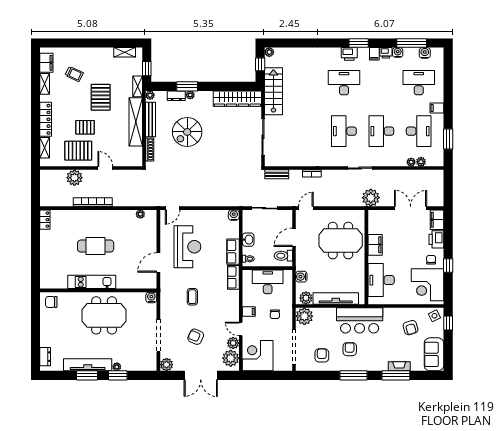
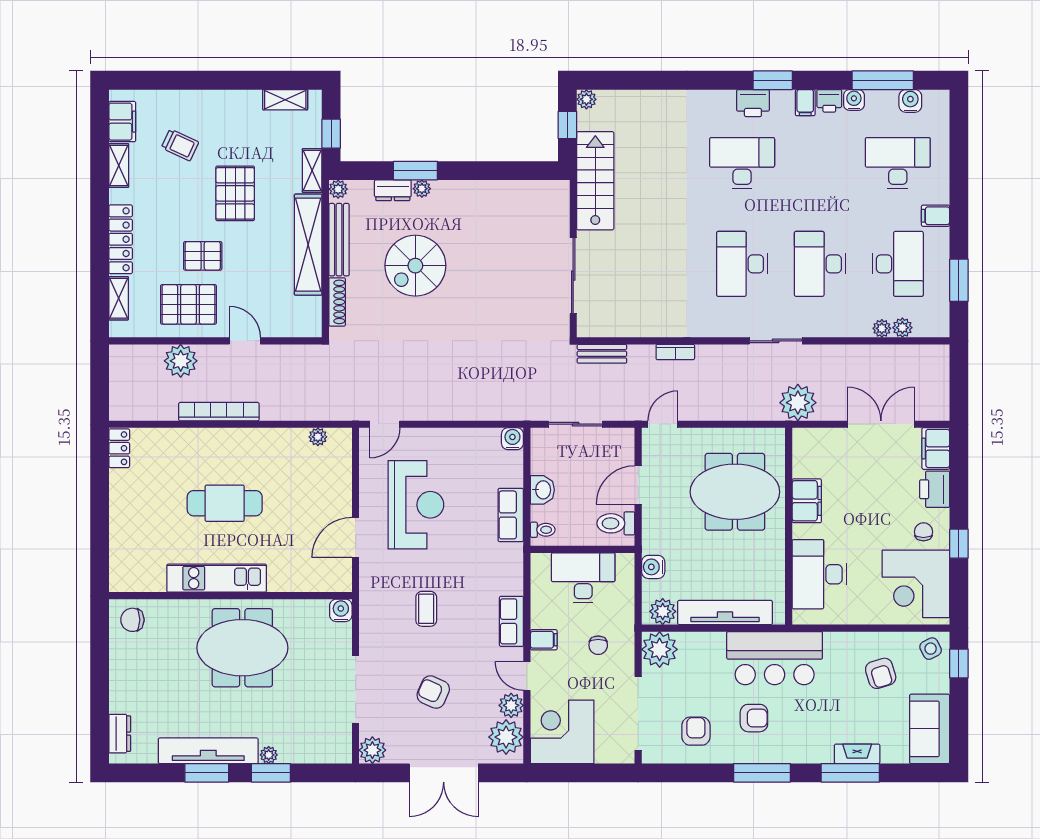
wardrobe: (237, 99) -> (520, 196), removed
row of seats: (233, 277) -> (511, 621), moved
armchair: (350, 349) -> (754, 718), turned 90

